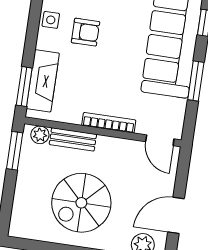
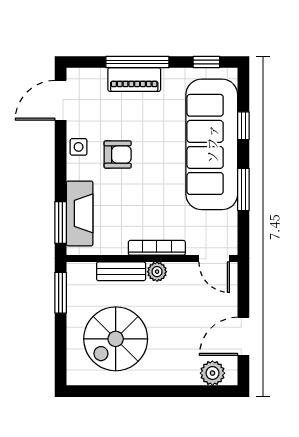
plant: (40, 135) -> (157, 272), moved
spiral stairs: (81, 203) -> (116, 339), moved

